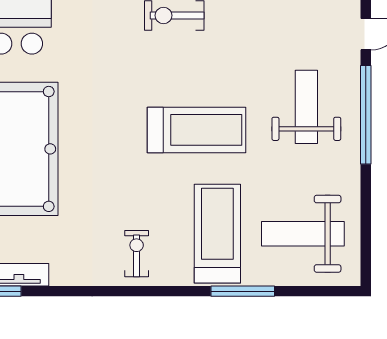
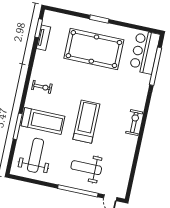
weight bench: (306, 107) -> (86, 168), turned 180
treadmill: (196, 130) -> (86, 122), turned 180

